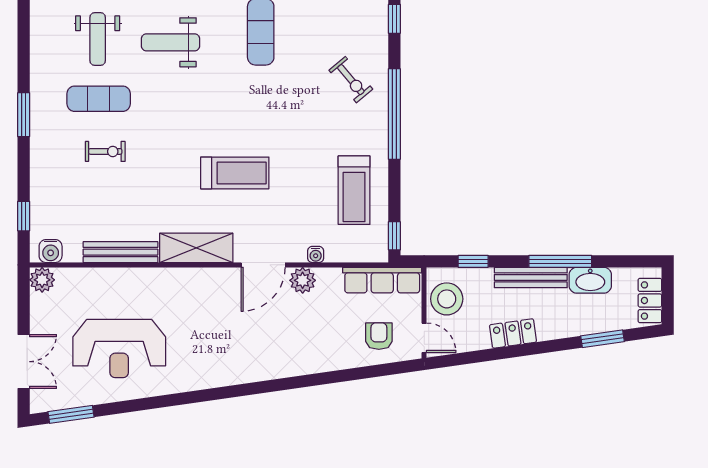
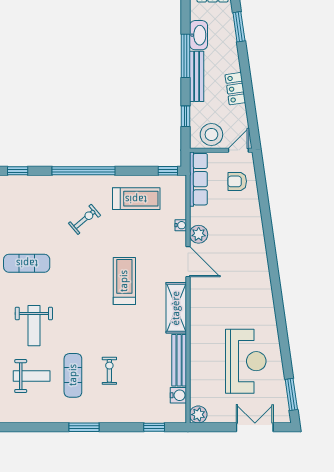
exercise bike: (351, 80) -> (85, 219), moved
water cooler: (51, 251) -> (178, 395), moved

